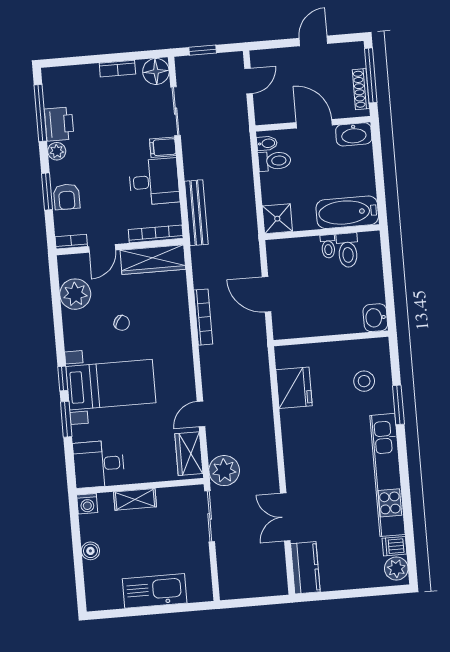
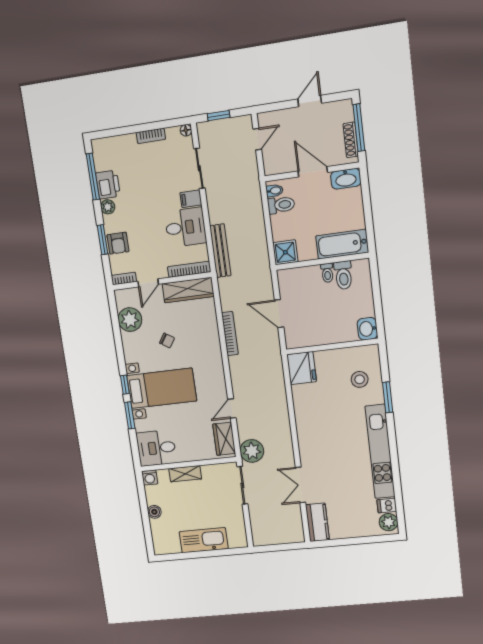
floor lamp: (156, 71) -> (186, 130), width x0.53, depth x0.53
fridge: (294, 388) -> (302, 368), moved

